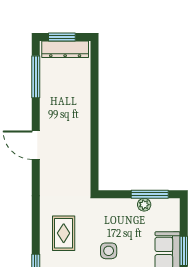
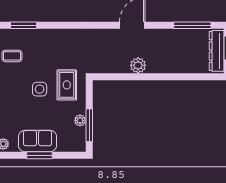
plant: (82, 139) -> (138, 65), added
rug: (64, 233) -> (67, 85), moved, turned 90

